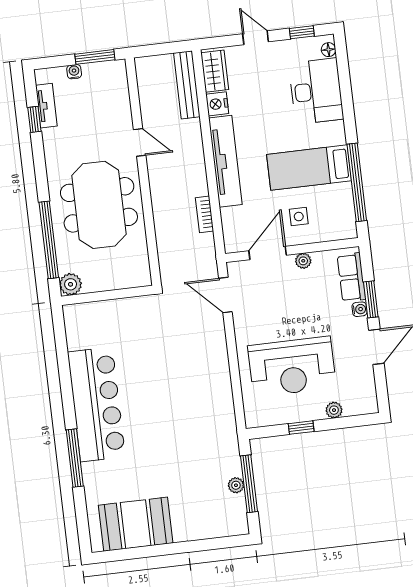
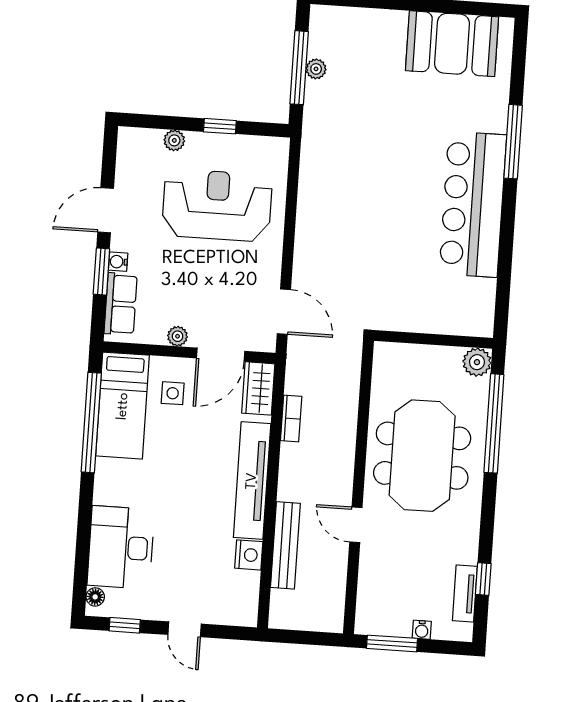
wardrobe: (215, 71) -> (258, 388), moved
bench: (187, 85) -> (285, 545), moved
bed: (309, 168) -> (123, 406), moved, turned 90

